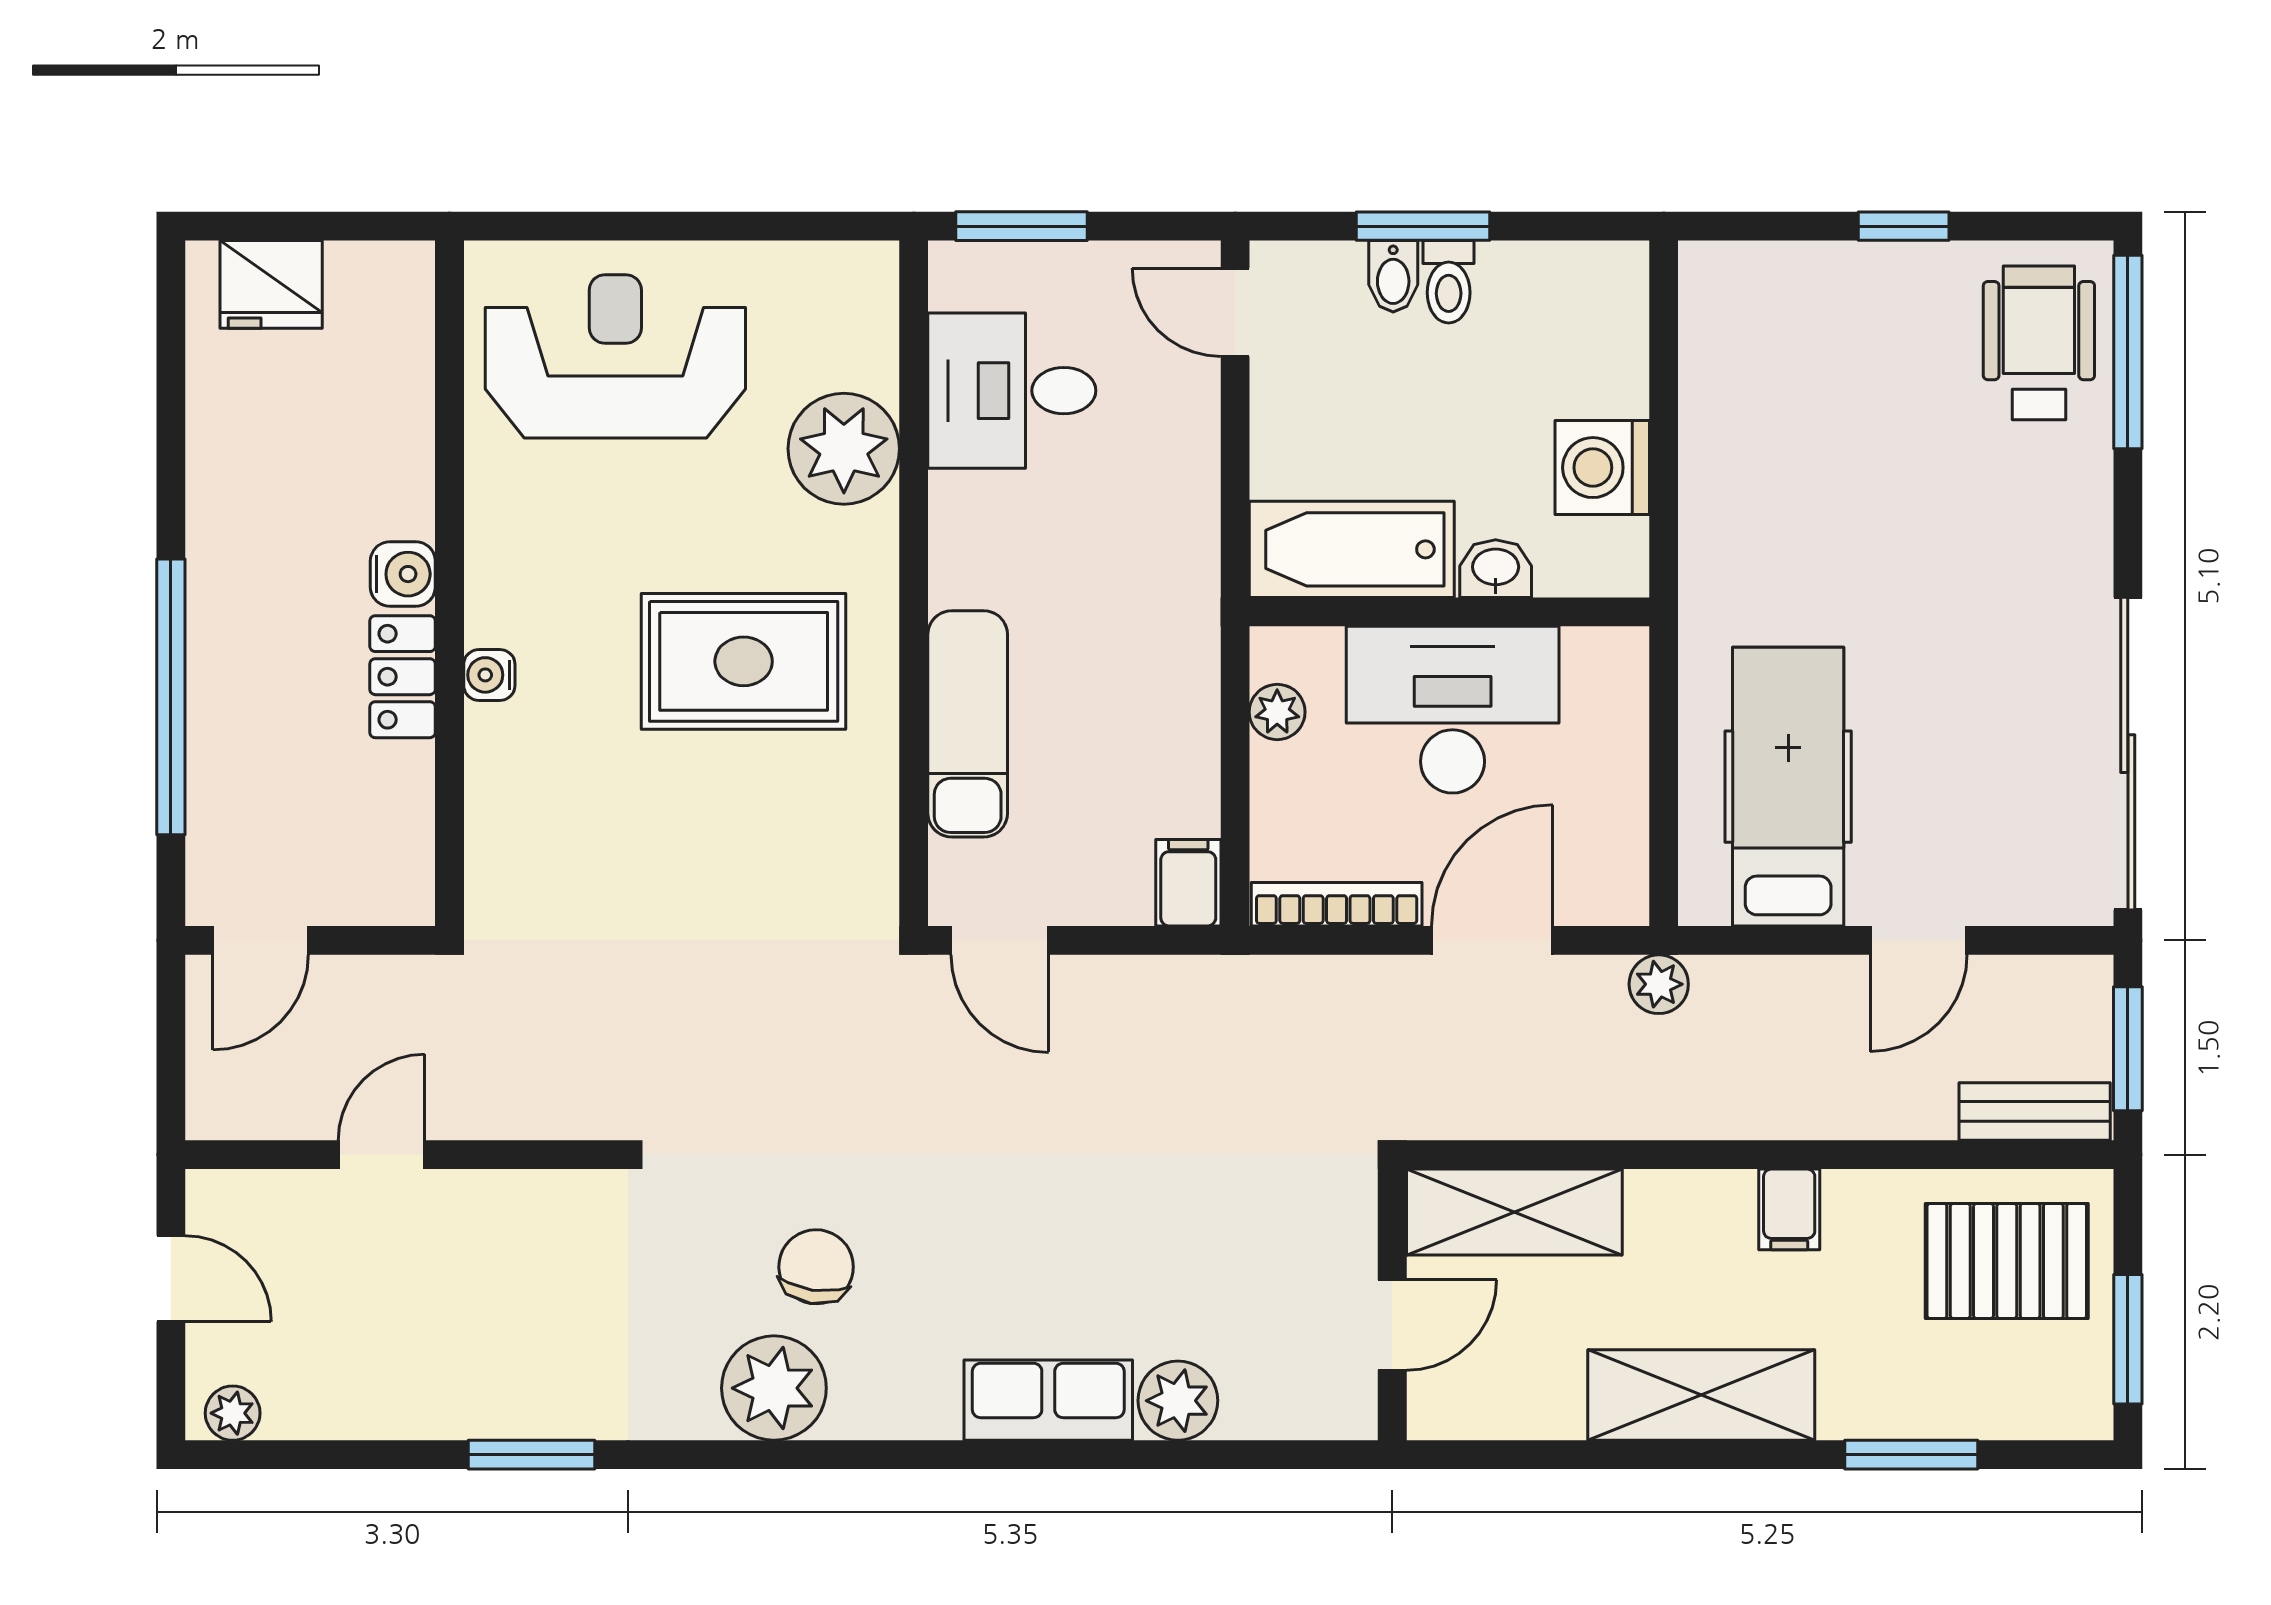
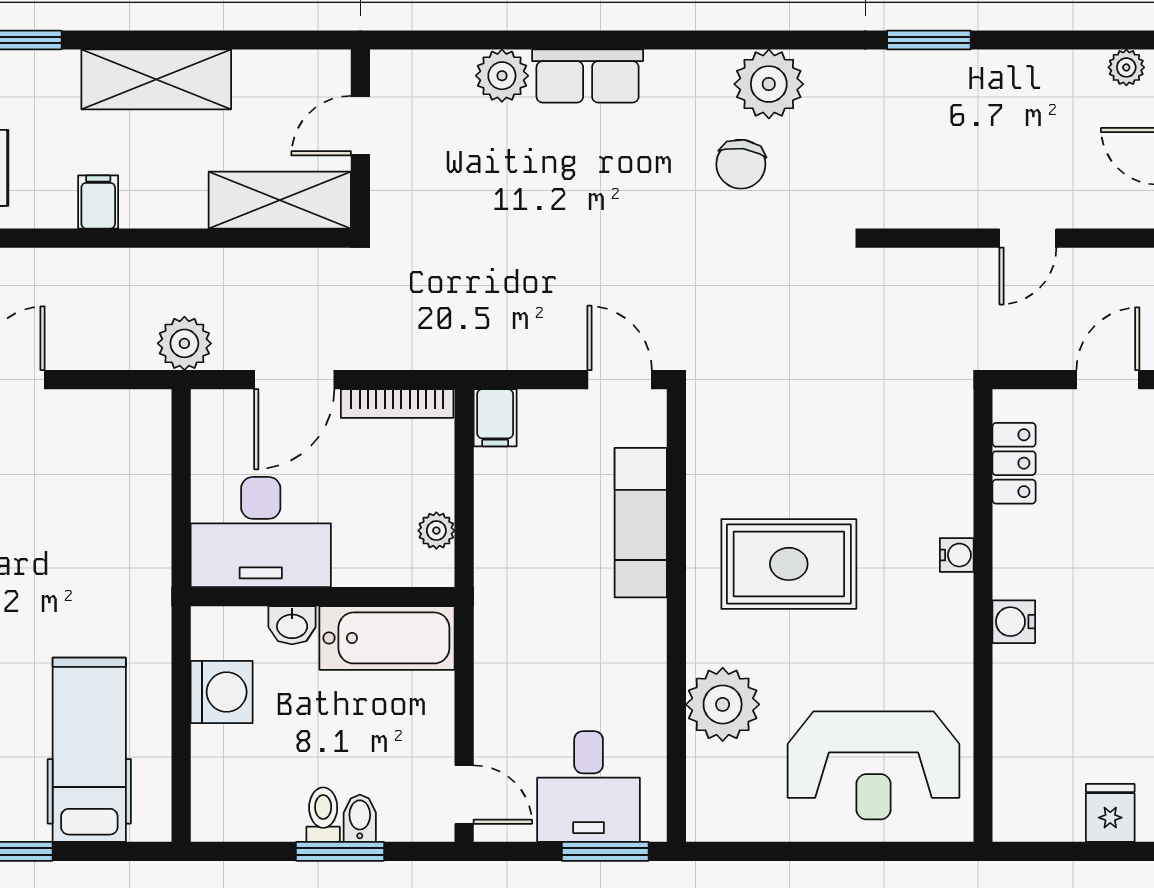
fridge: (271, 284) -> (1110, 813), width x0.72
desk: (1012, 391) -> (589, 787), moved, turned 90
locker: (403, 677) -> (1014, 463), moved
desk: (1453, 710) -> (261, 532), moved
hospital bed: (1788, 787) -> (89, 750), moved, turned 180
plant: (1659, 984) -> (184, 343), width x1.38, depth x1.38

